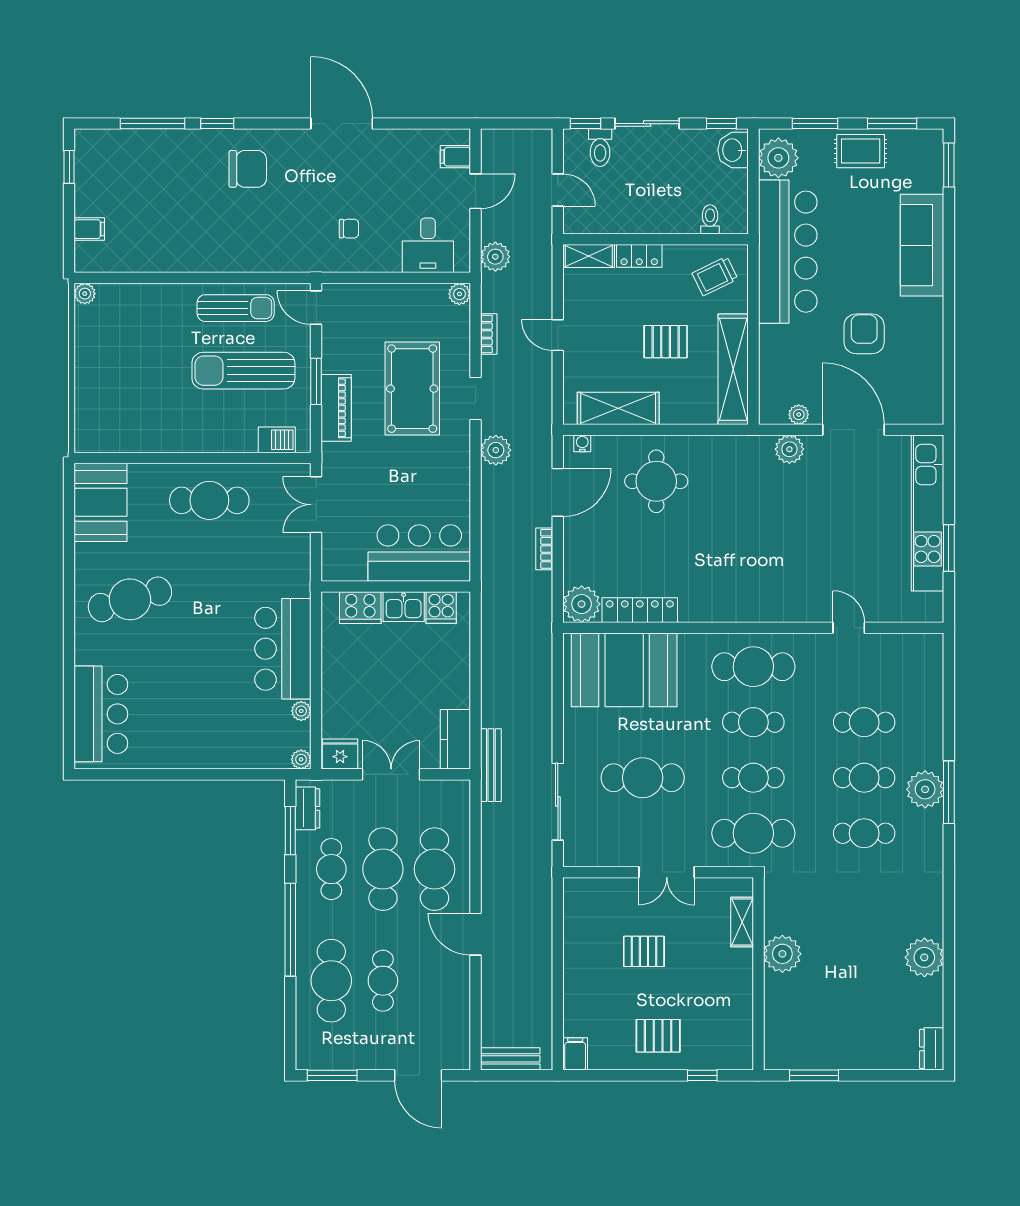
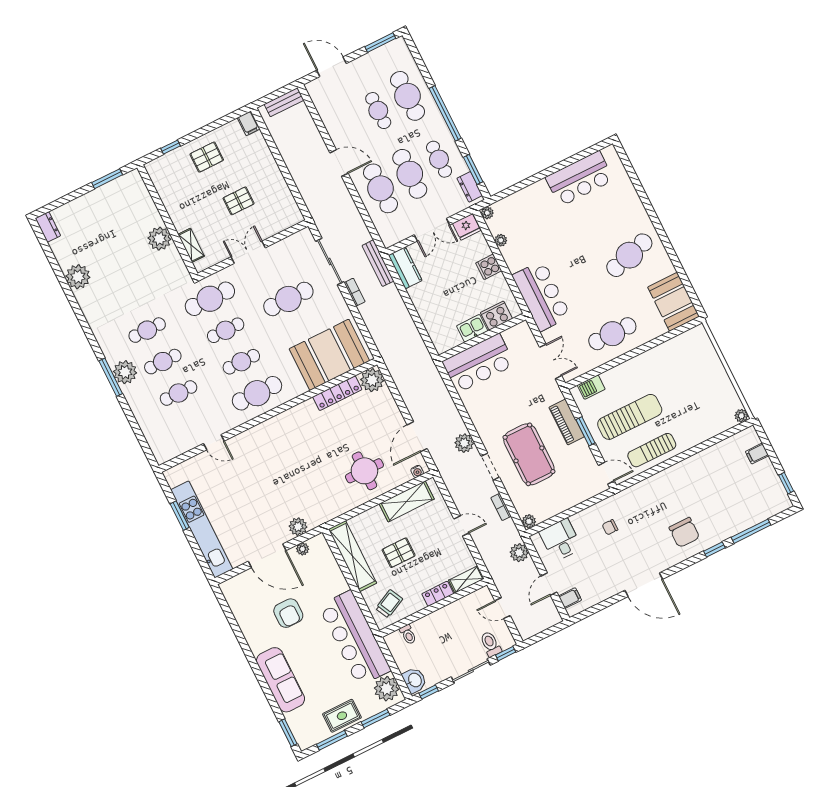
chair: (248, 169) -> (684, 532), turned -90
bookcase: (544, 549) -> (355, 292), moved
cooker: (441, 608) -> (489, 267), moved, turned -90
bar counter: (283, 649) -> (541, 296), moved
bar counter: (101, 714) -> (580, 179), moved, turned -90

